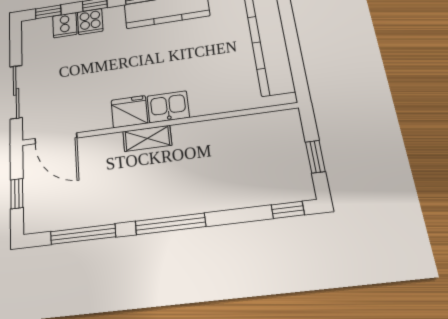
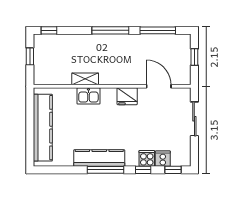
kitchen sink: (168, 107) -> (88, 96), moved
door: (56, 138) -> (159, 86), moved
shelving: (147, 138) -> (85, 79), moved

